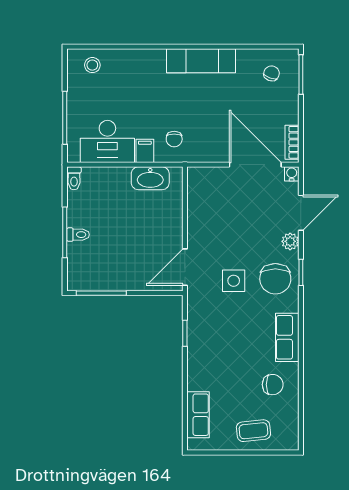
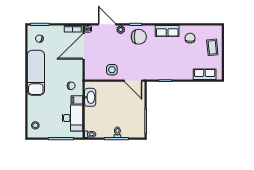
exam couch: (201, 61) -> (36, 73), width x1.36, depth x1.45
side table: (234, 281) -> (112, 70), moved

